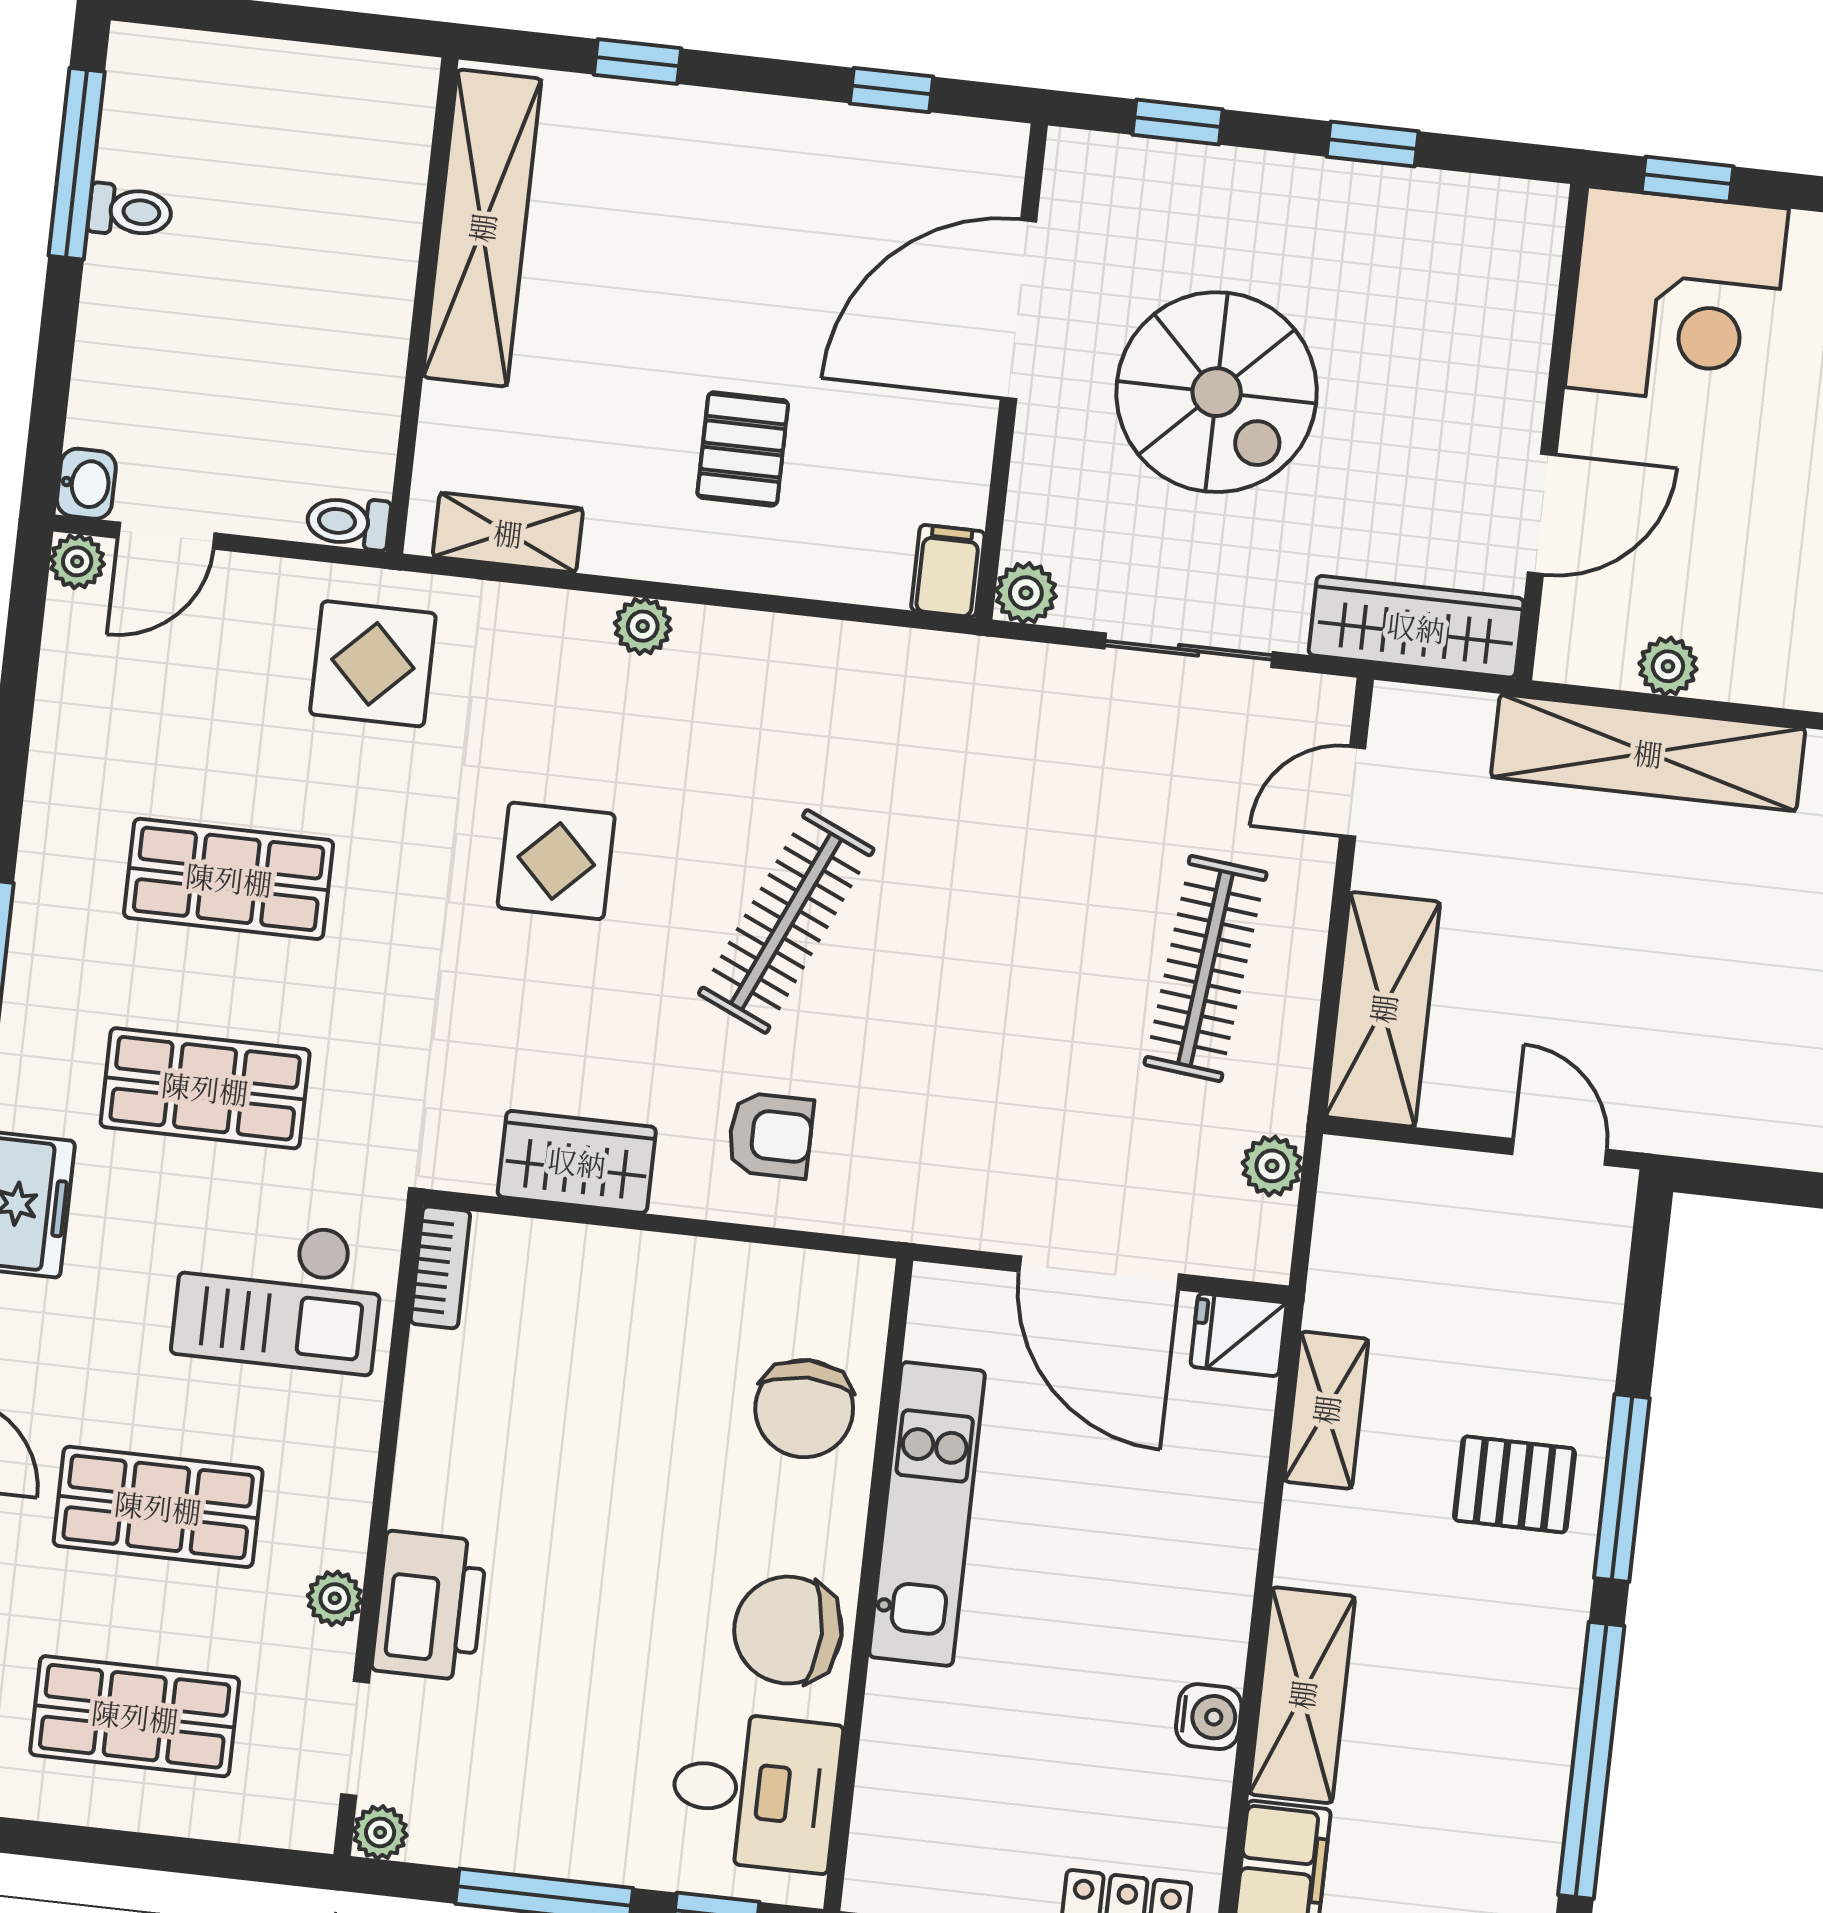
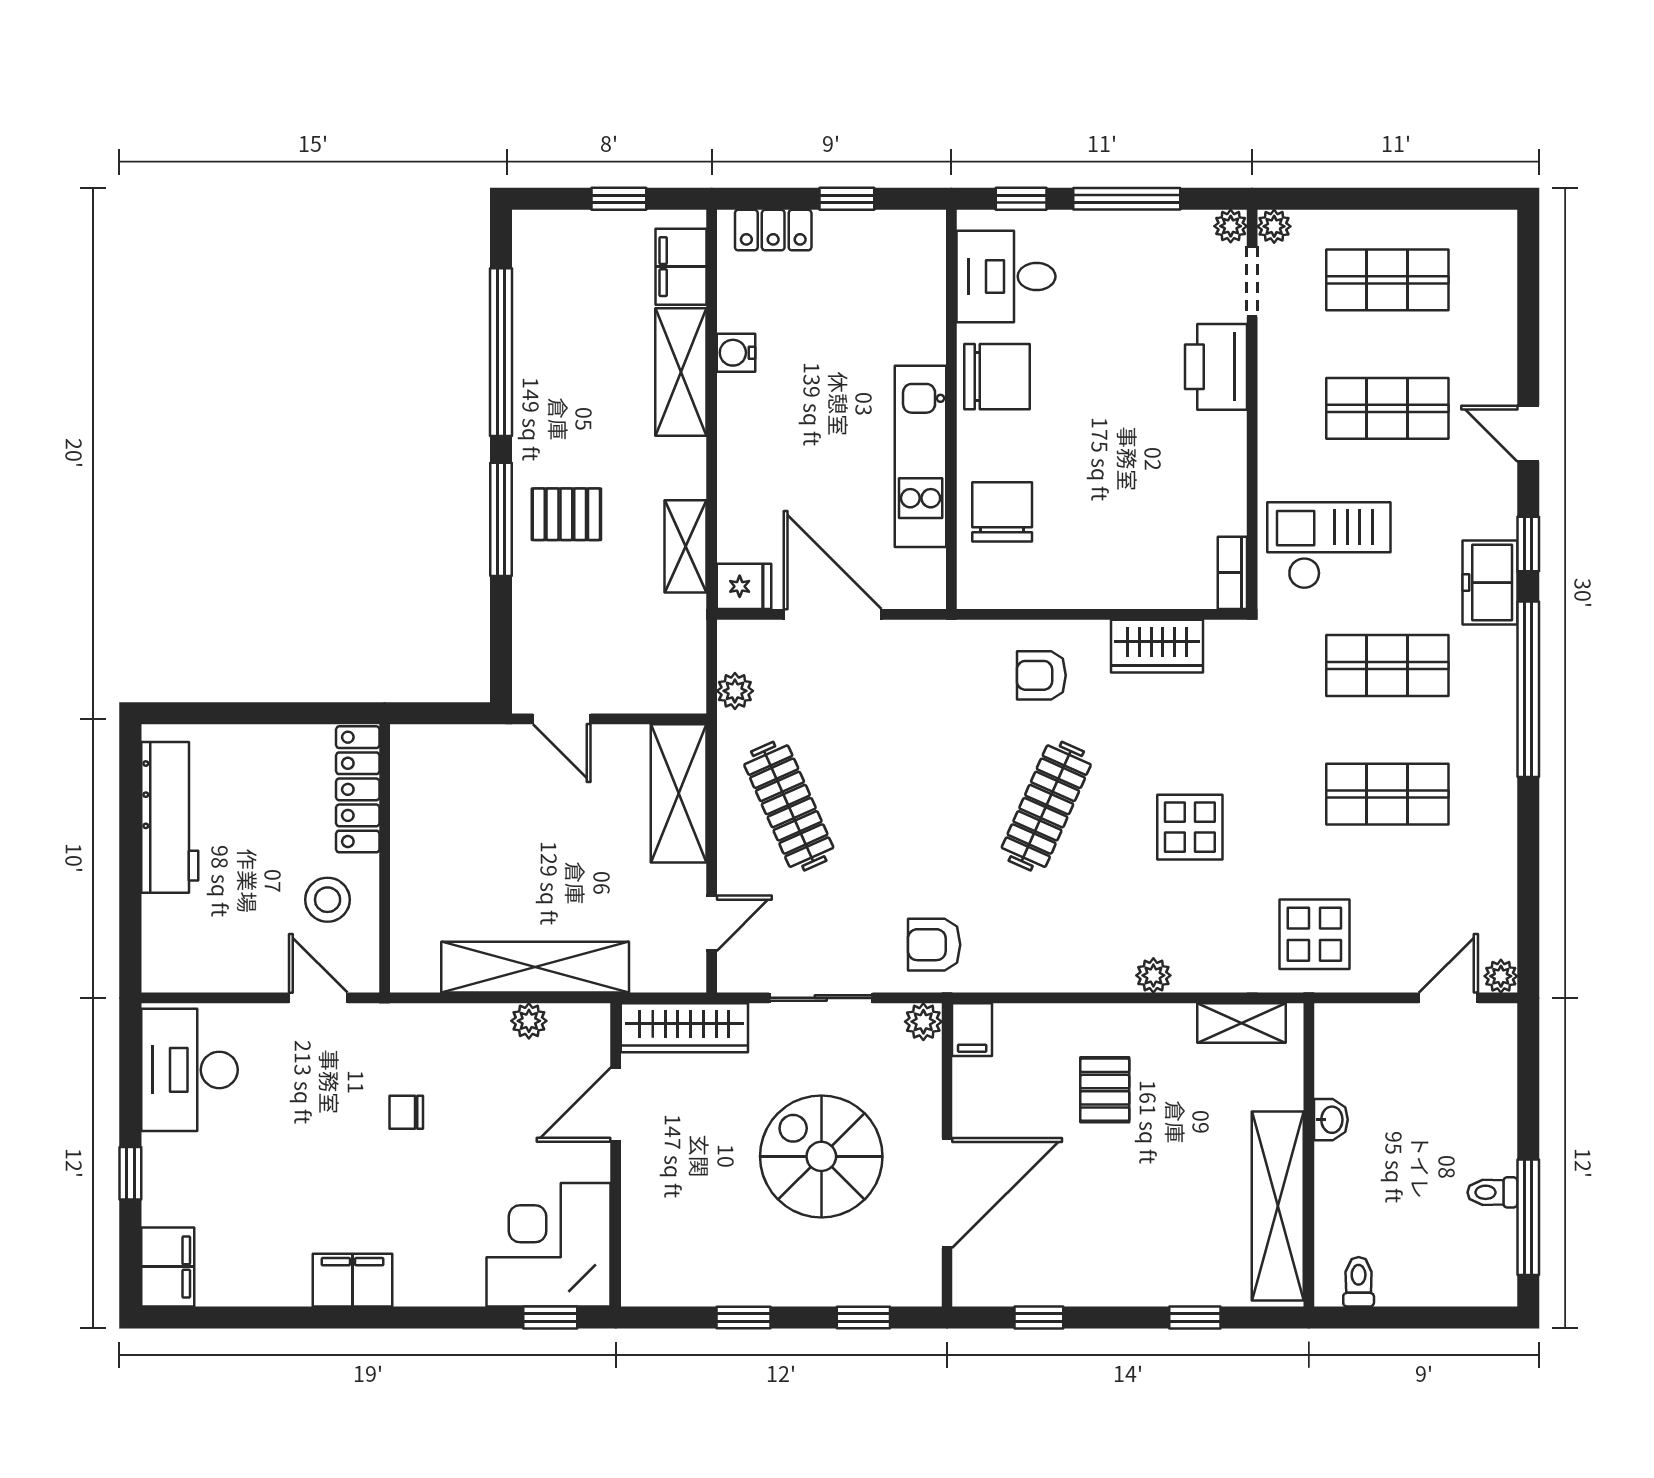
washbasin: (86, 484) -> (1331, 1120), moved, turned 180
toilet: (348, 522) -> (1359, 1282), moved, turned -90
armchair: (994, 716) -> (934, 945), added
clothes rail: (1206, 969) -> (789, 806), turned -30
plant: (335, 1598) -> (1274, 226), moved

